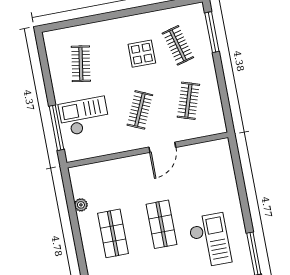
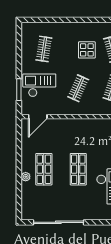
window: (56, 128) -> (19, 90), width x0.69
door: (162, 147) -> (38, 117), moved
plant: (81, 205) -> (26, 177), moved

